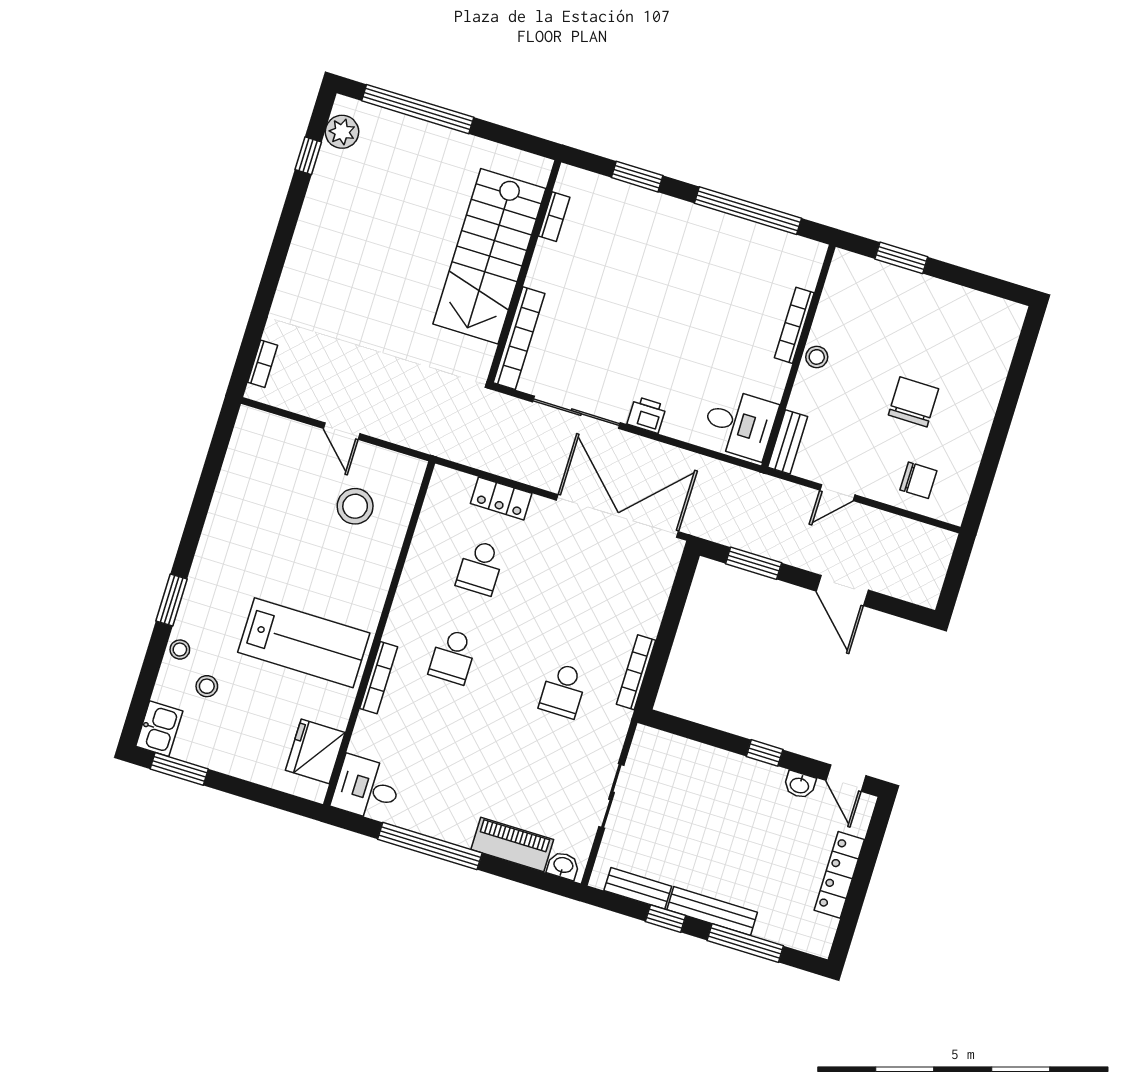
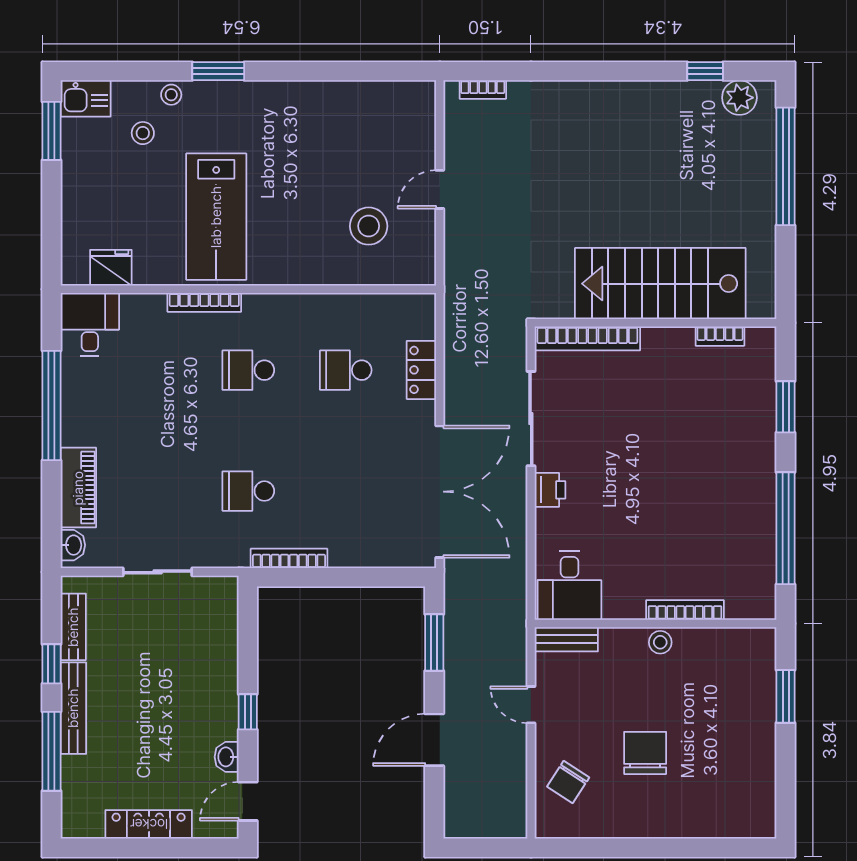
chair: (913, 402) -> (645, 753), turned -90
chair: (918, 480) -> (568, 782), turned 33
fridge: (315, 751) -> (111, 268), width x0.73, depth x0.75

